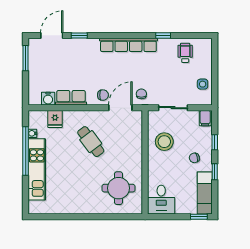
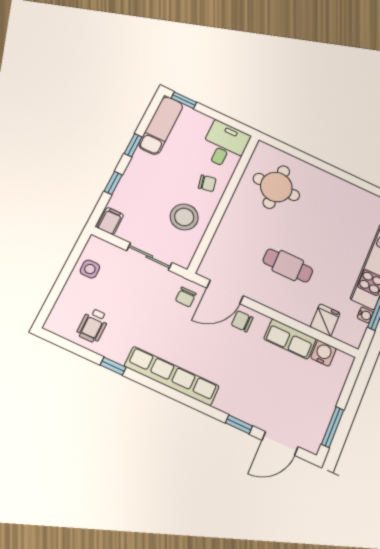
cafe table: (91, 142) -> (288, 266), turned -53
chair: (194, 158) -> (207, 183), moved

